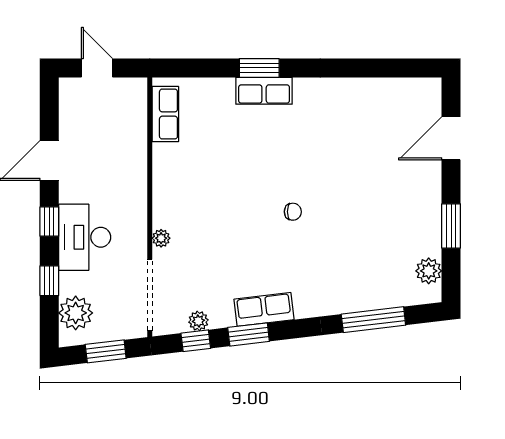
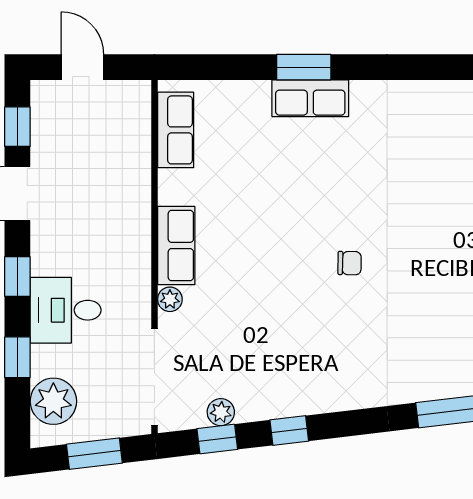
window: (49, 112) -> (17, 127), added
desk: (85, 237) -> (66, 310), width x0.73
row of seats: (264, 309) -> (176, 245), moved, turned 97
window: (249, 334) -> (289, 430), width x0.67

